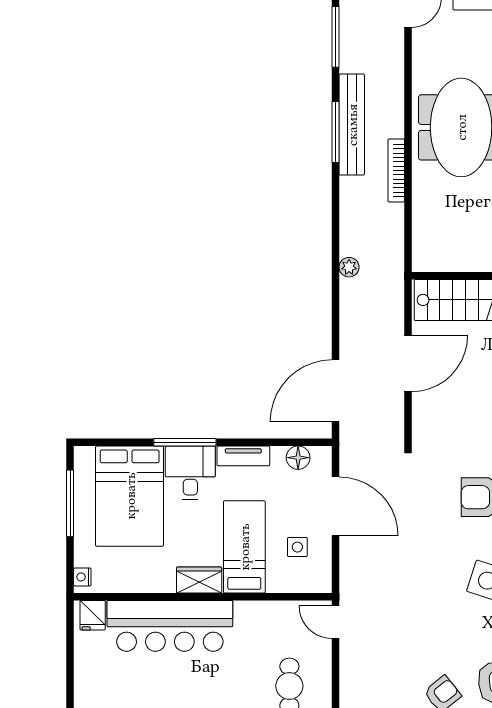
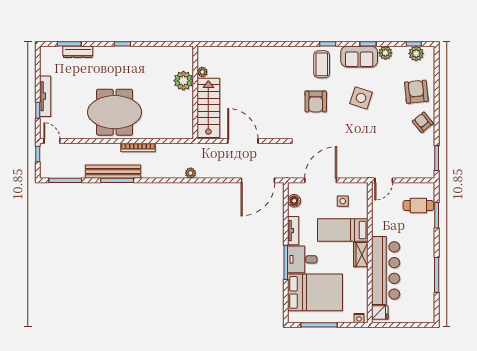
door: (336, 391) -> (258, 180), hinge flipped

